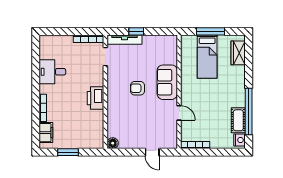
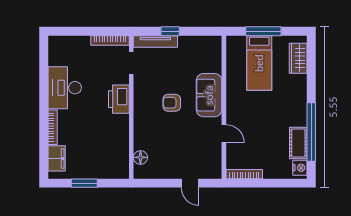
desk: (52, 72) -> (65, 88), width x1.37
printer: (96, 98) -> (119, 99), moved
floor lamp: (113, 143) -> (140, 157), moved

